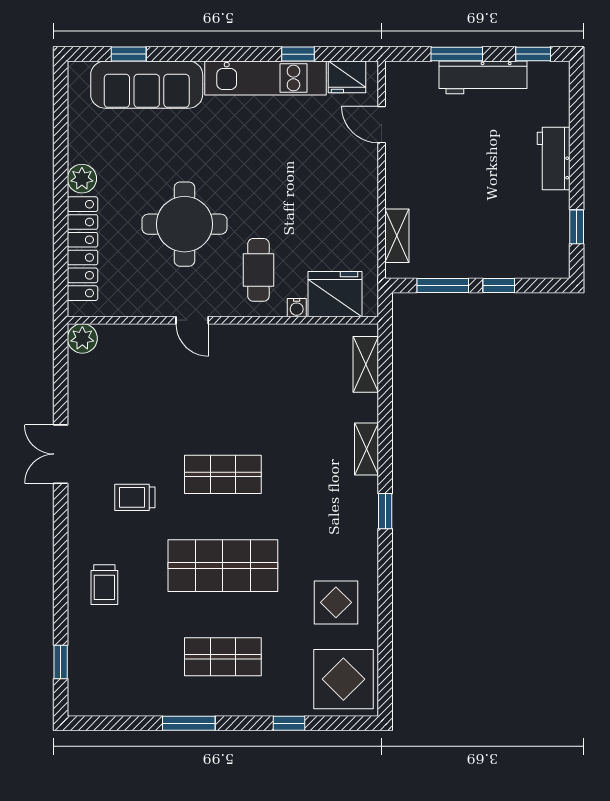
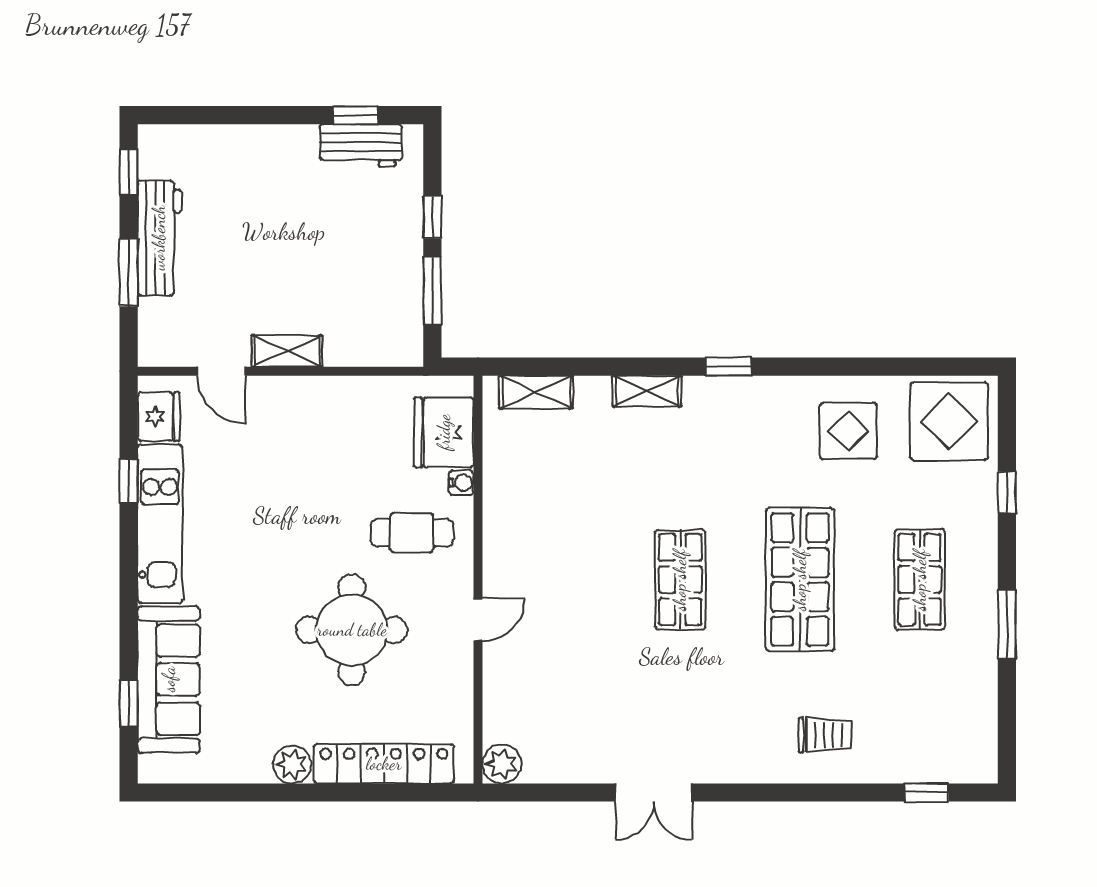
door: (382, 125) -> (221, 371), hinge flipped
workbench: (554, 159) -> (361, 145), moved
shelving: (397, 236) -> (287, 351), moved
trolley: (135, 497) -> (710, 695), removed

